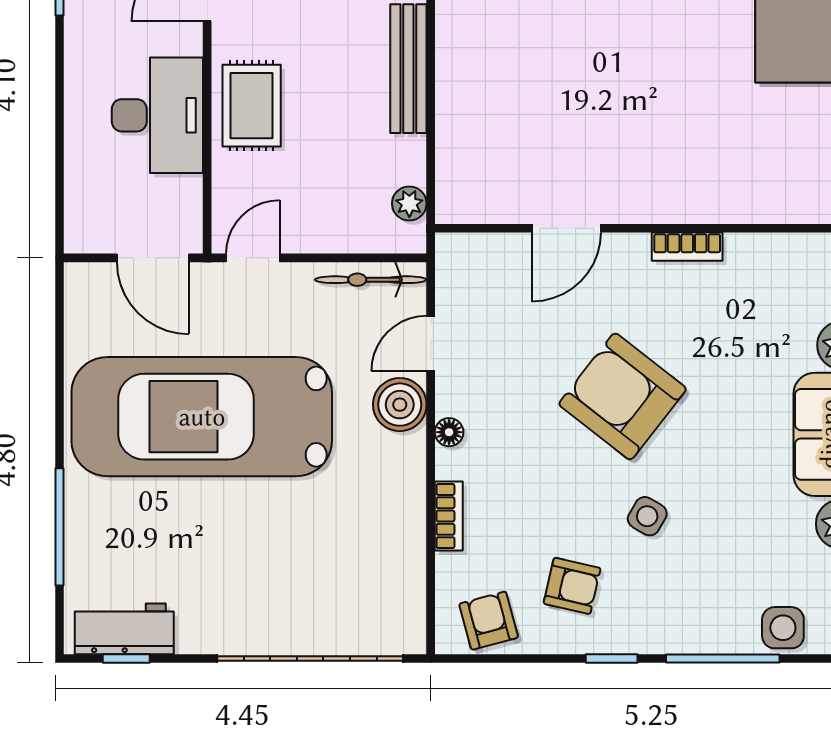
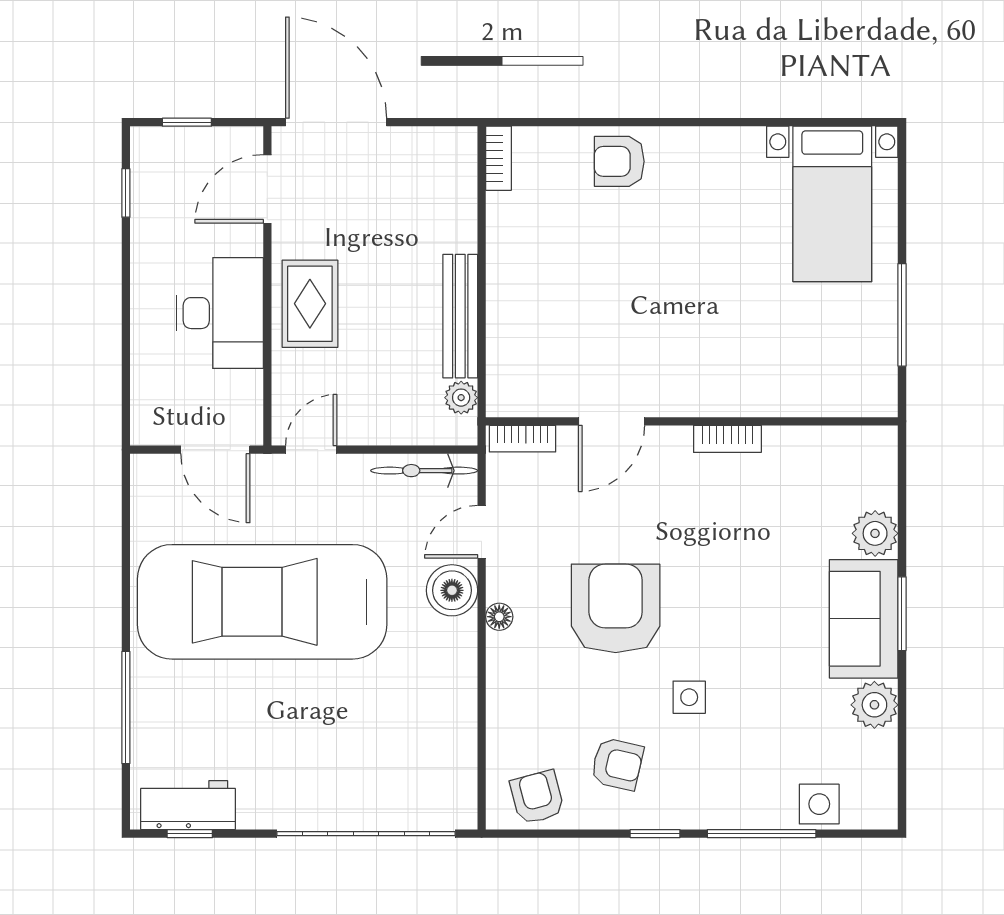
bench: (408, 69) -> (460, 316), moved
armchair: (623, 396) -> (616, 608), moved, turned 52
bookcase: (449, 516) -> (522, 439), moved, turned 90
side table: (647, 516) -> (689, 697), turned -30

